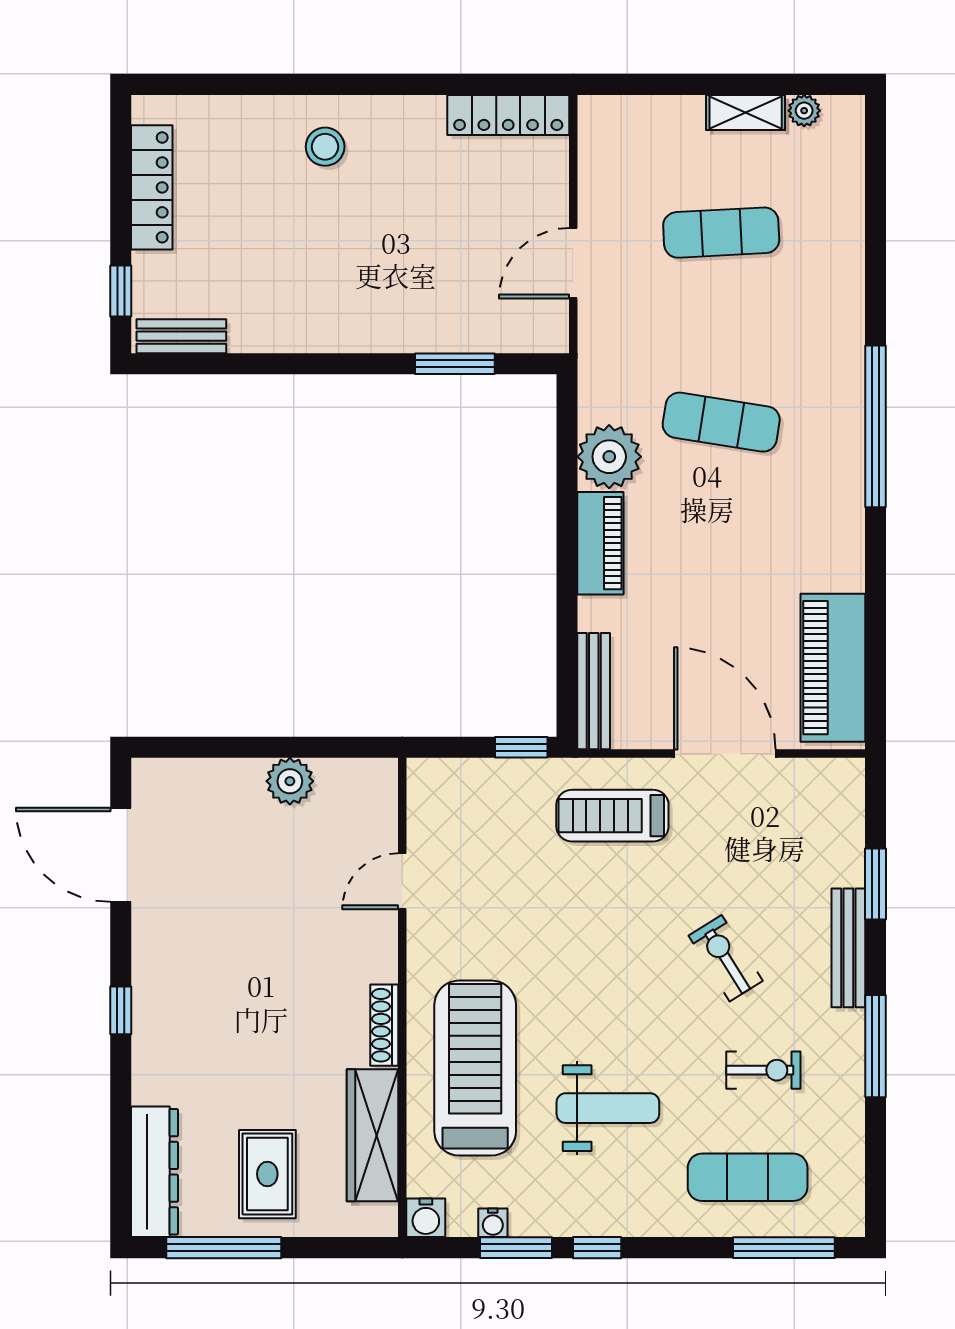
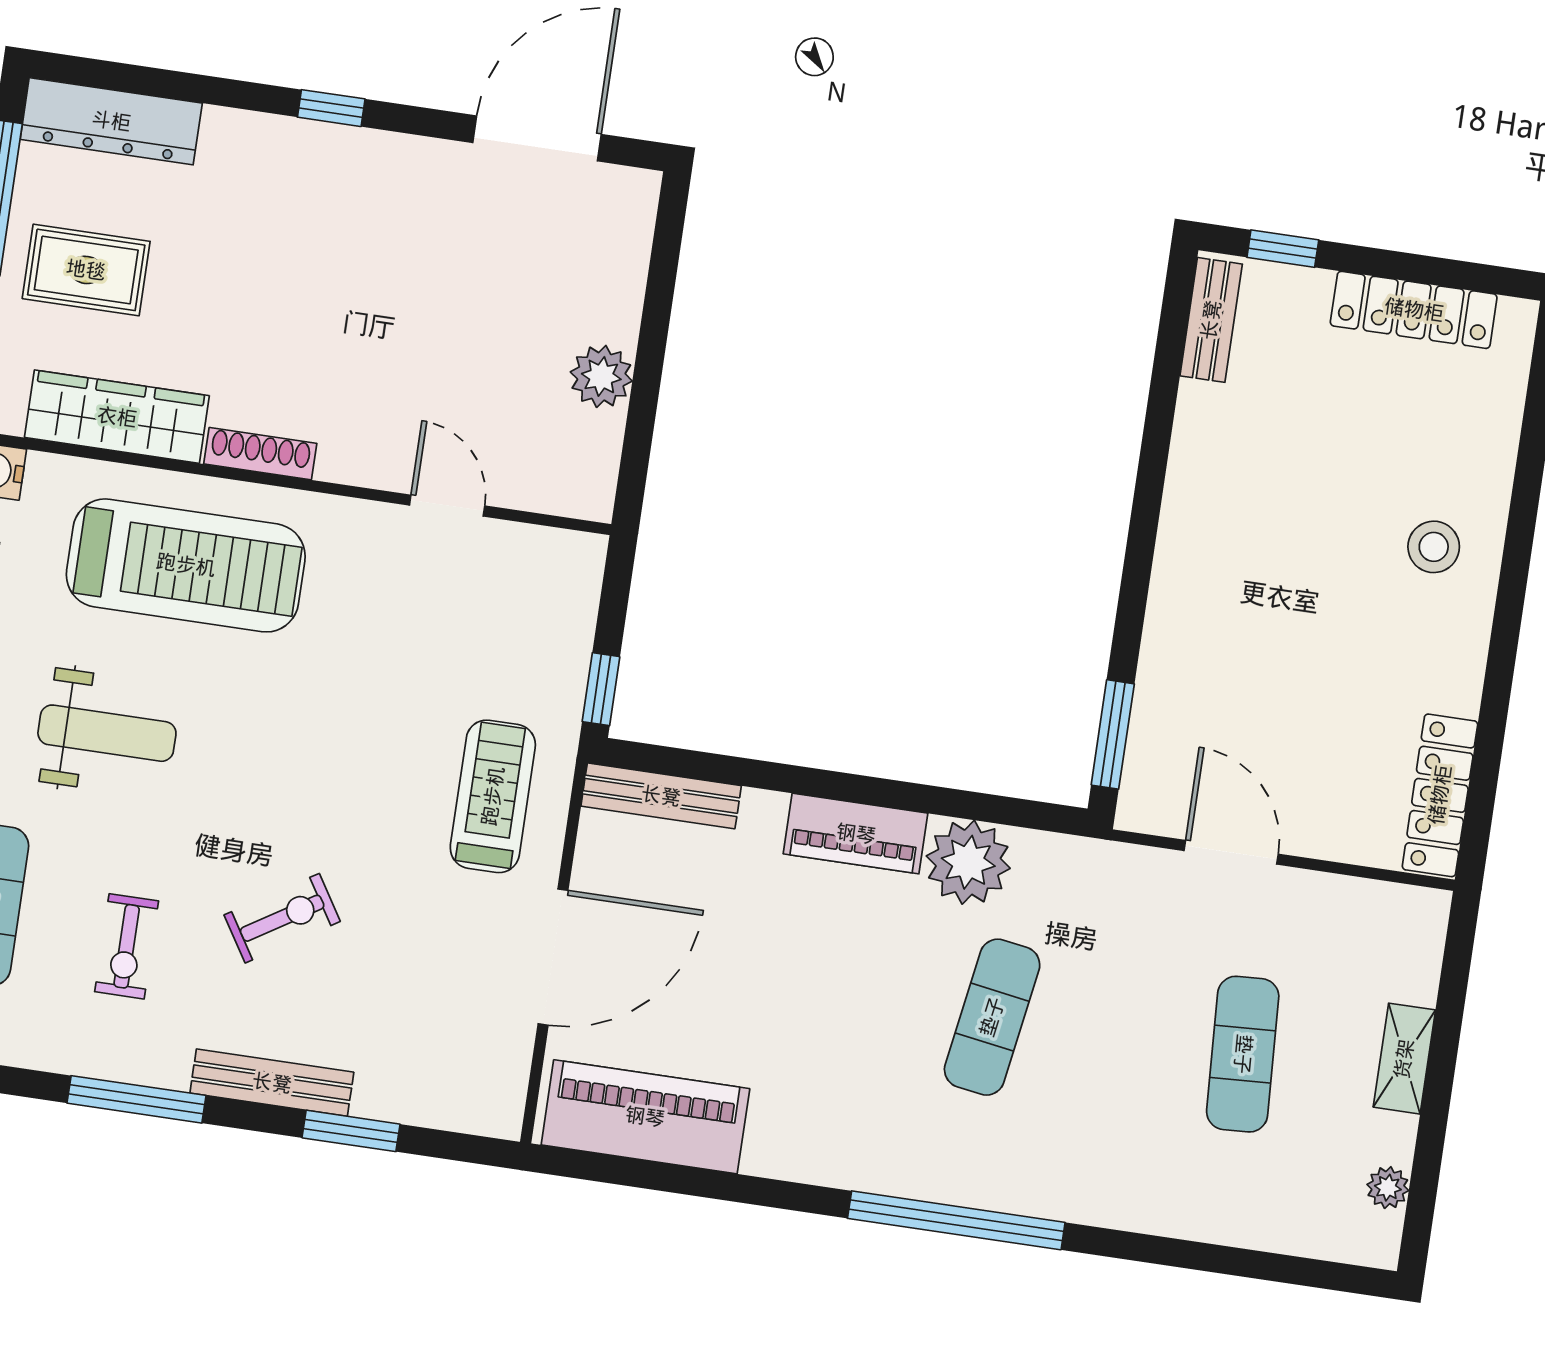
shelving: (746, 112) -> (1404, 1059), moved
window: (455, 364) -> (1113, 734), moved
weight bench: (608, 1108) -> (107, 733), turned -90

